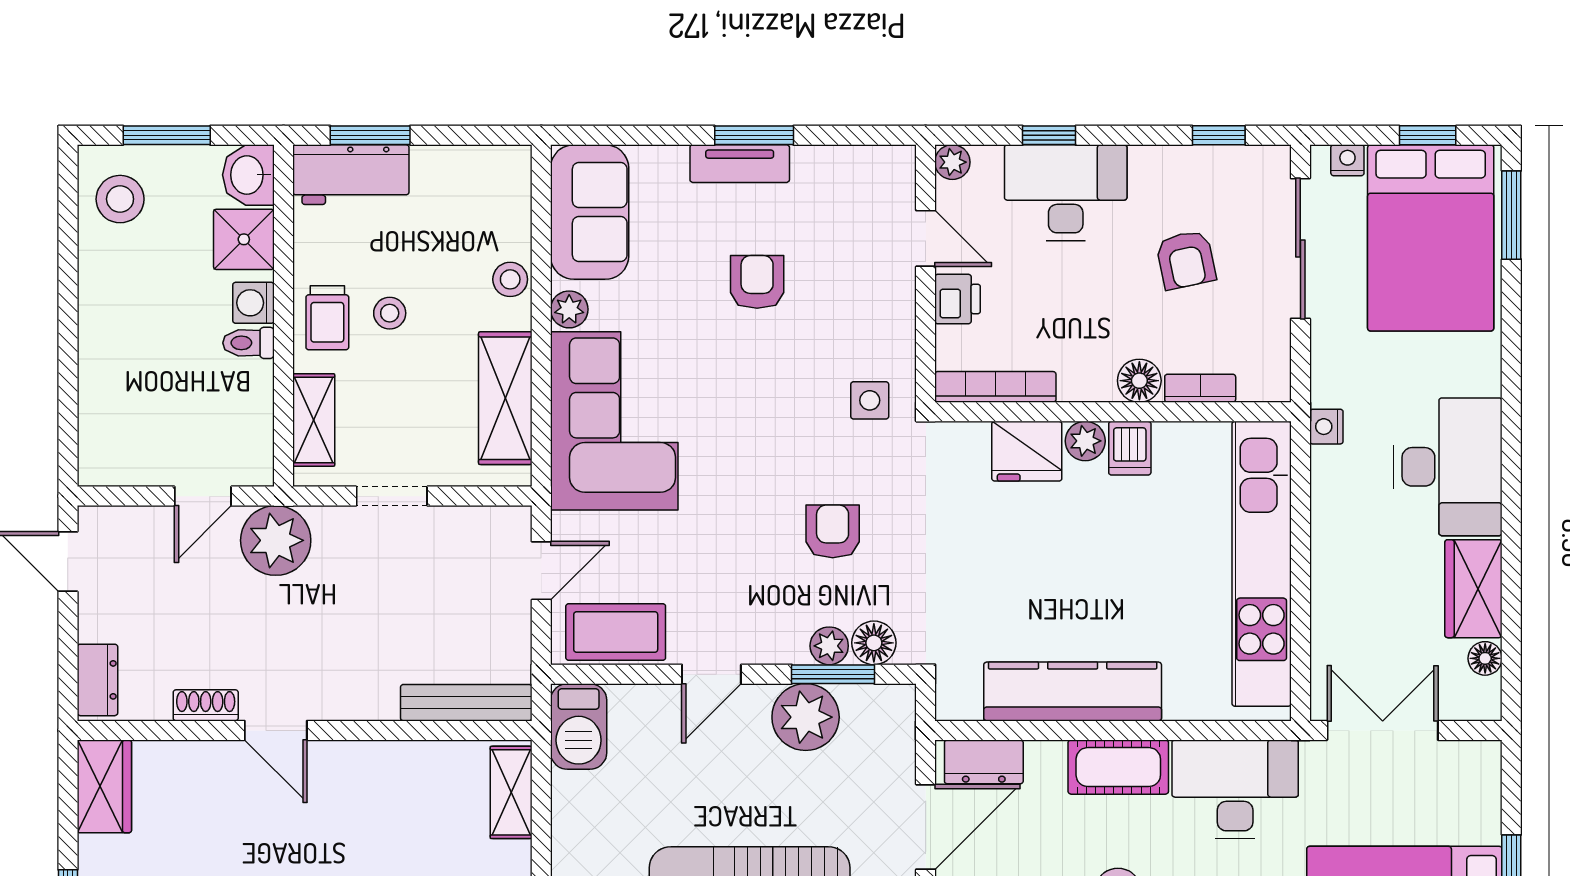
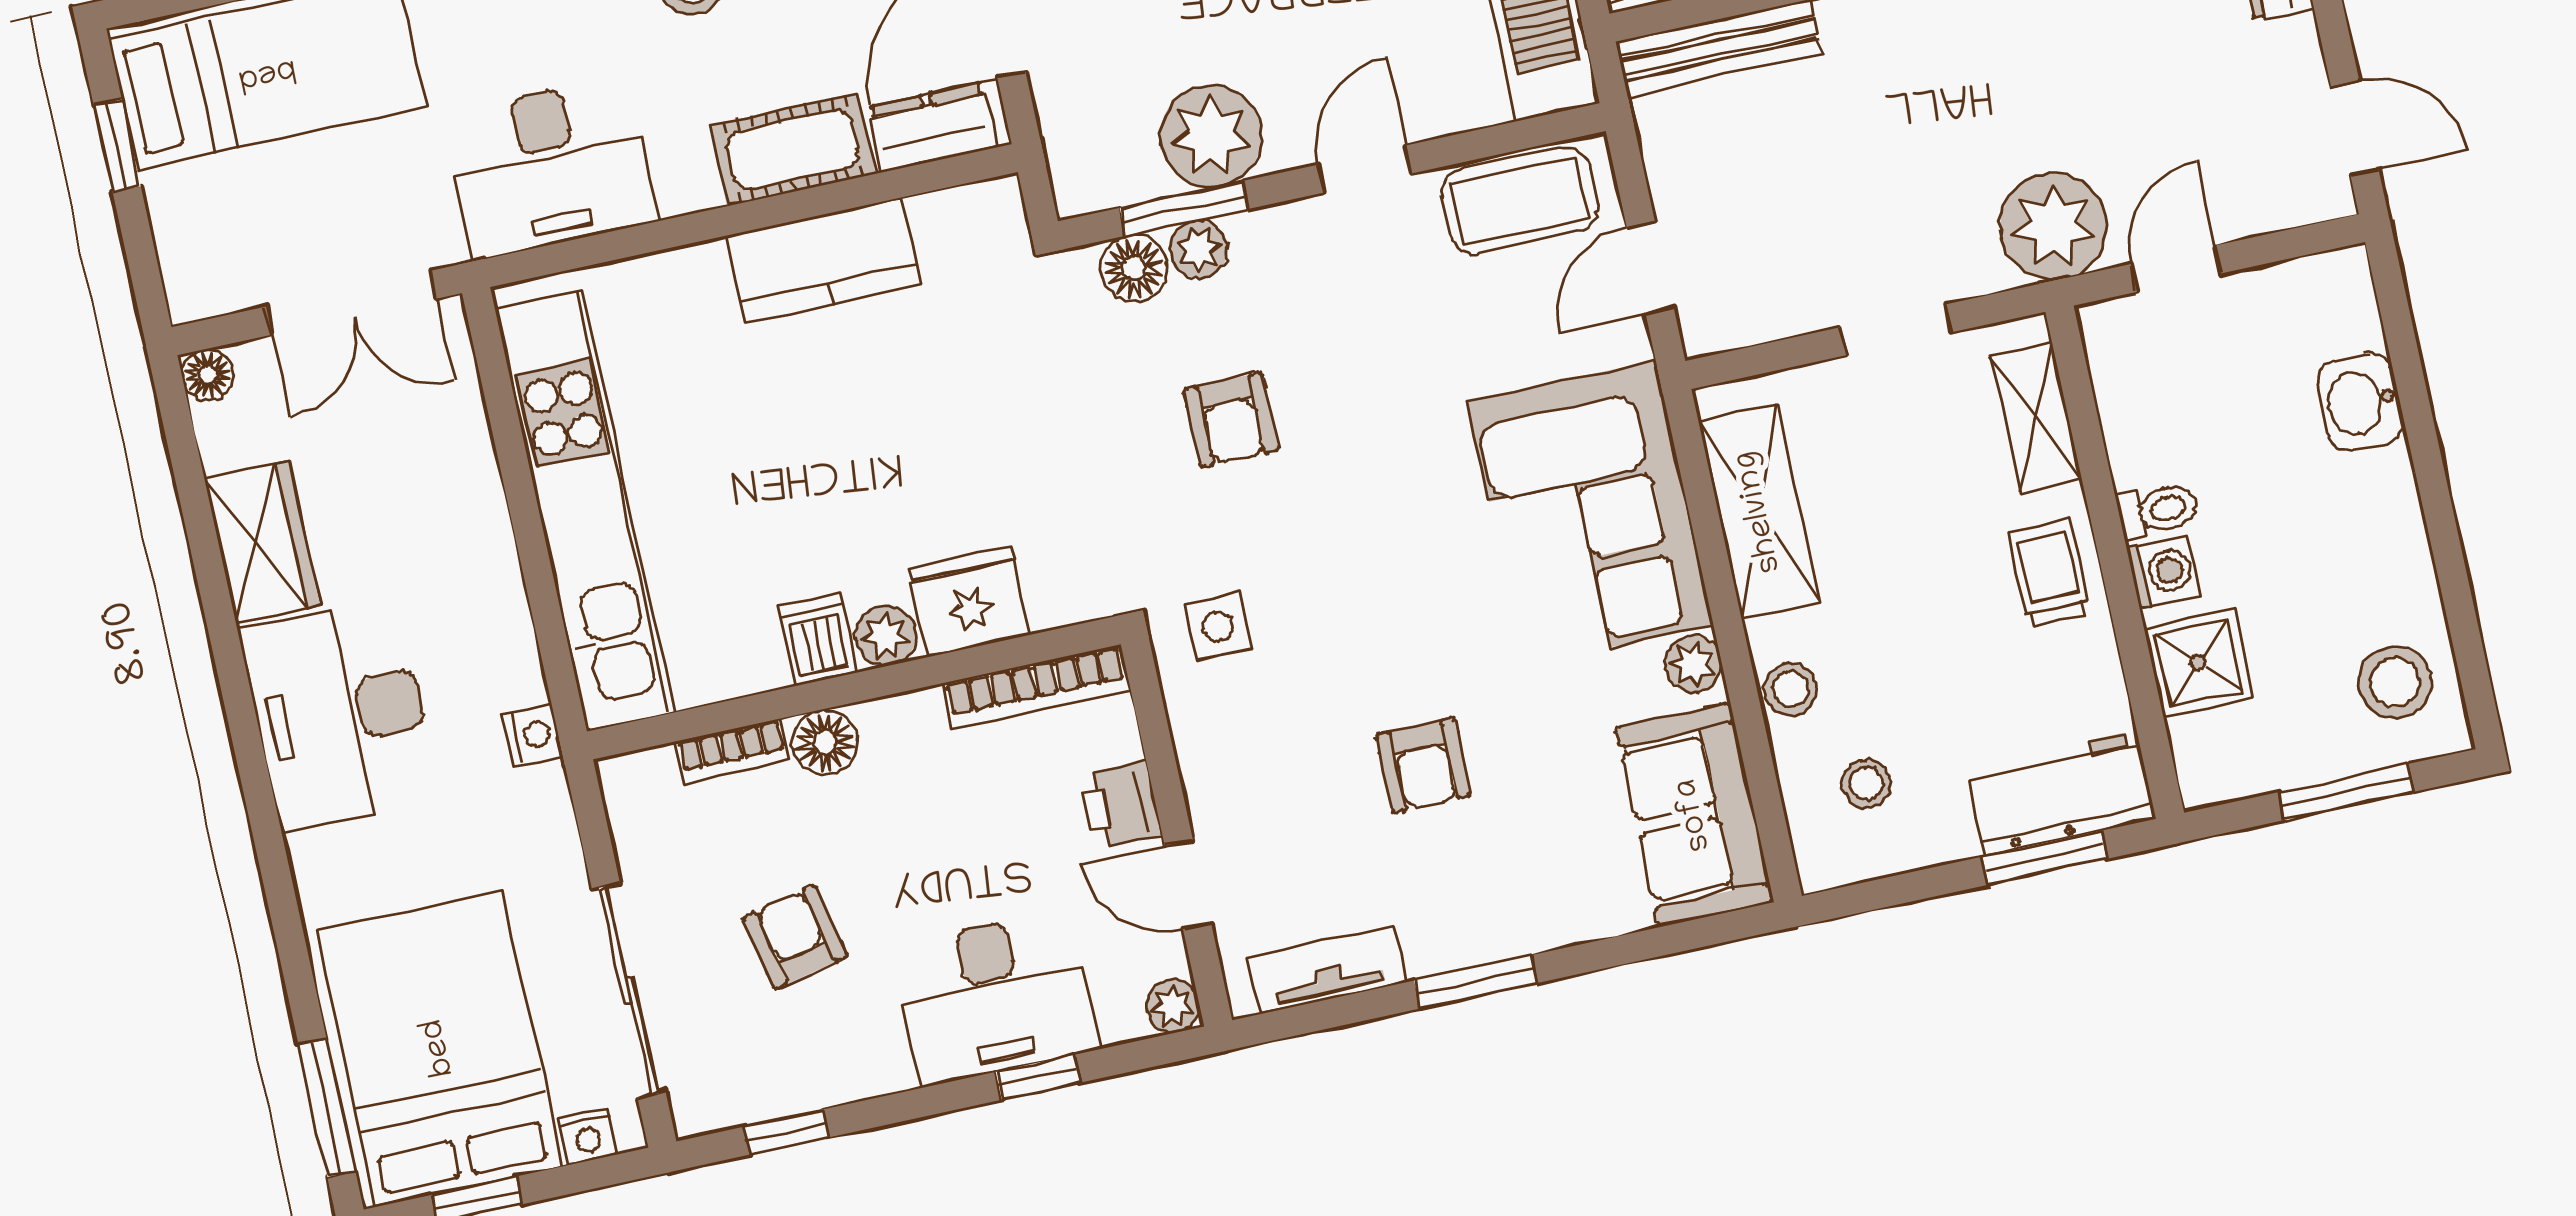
tv unit: (740, 164) -> (1327, 970), moved
washbasin: (248, 175) -> (2360, 402), moved, turned 180
stool: (390, 313) -> (1867, 784), moved
floor lamp: (1485, 658) -> (208, 375), moved
kitchen counter: (1073, 691) -> (823, 260), width x0.67
cot: (1118, 767) -> (793, 150), moved

